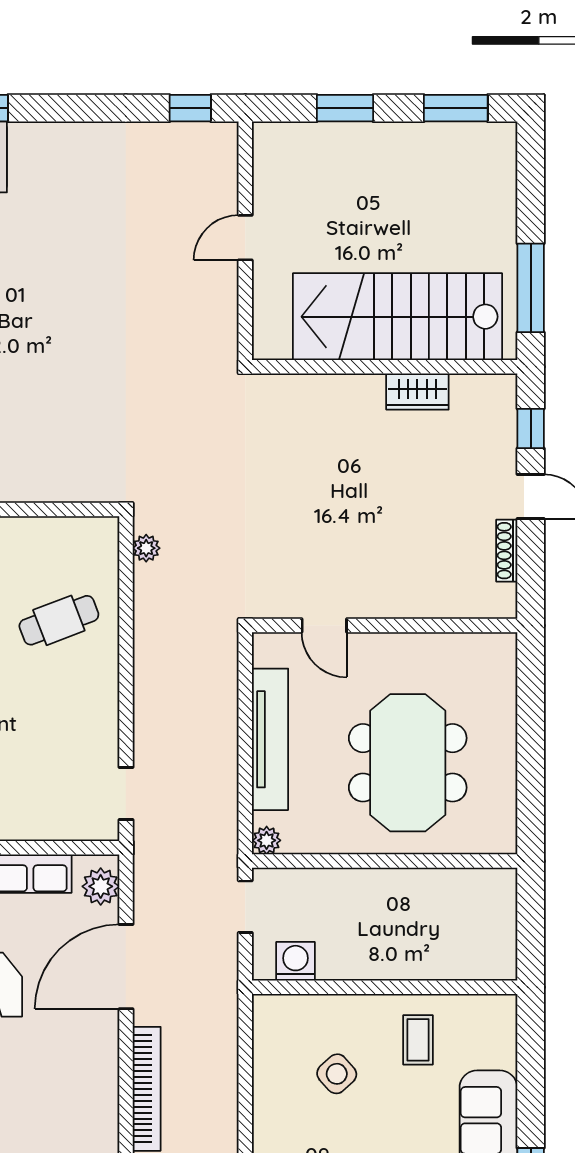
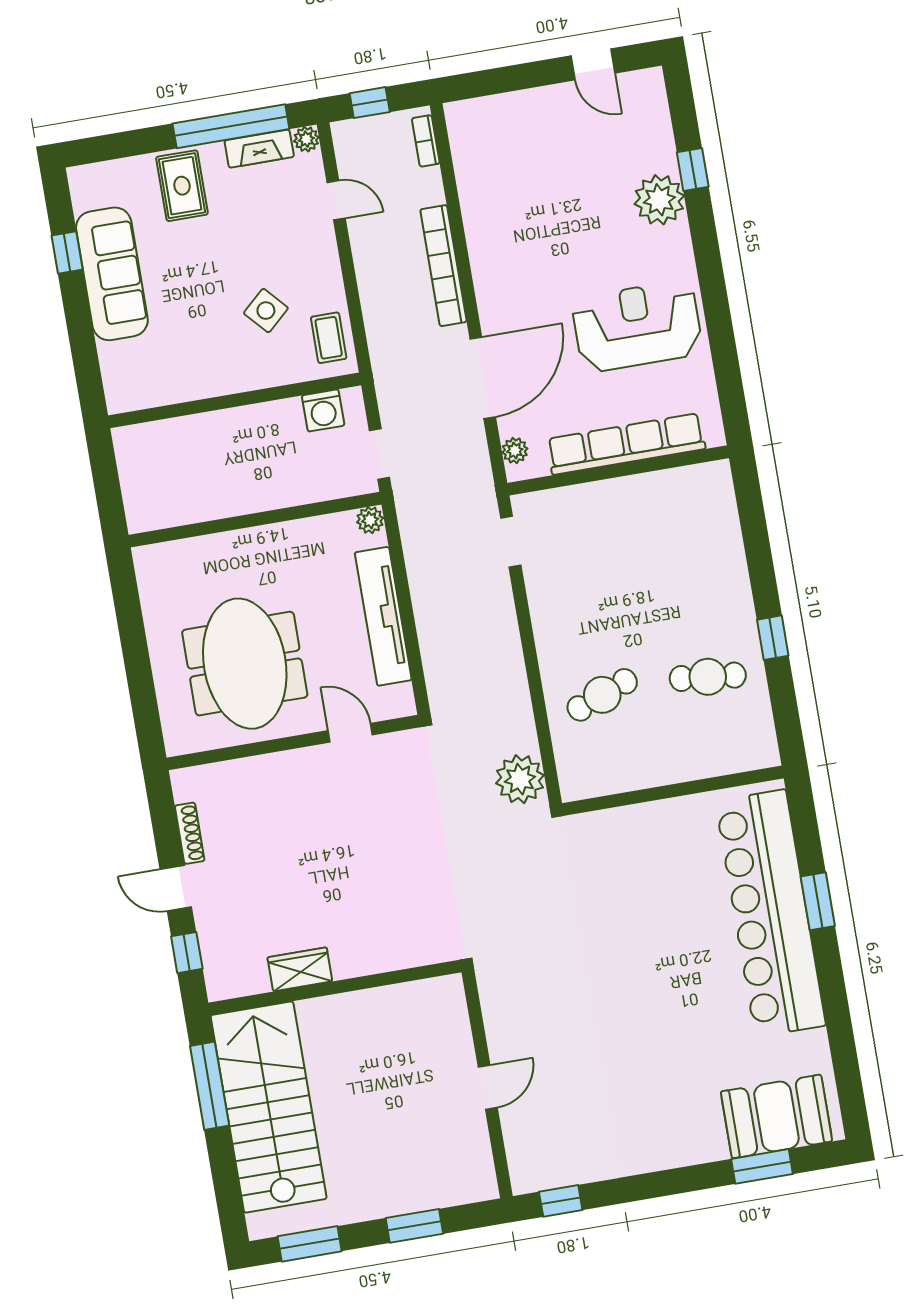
stairs: (398, 317) -> (269, 1107), moved, turned -90
plant: (146, 548) -> (520, 779), width x1.88, depth x1.88
meeting table: (408, 763) -> (245, 664), moved
plant: (101, 886) -> (515, 451), width x0.73, depth x0.73
coffee table: (418, 1040) -> (329, 338), moved

